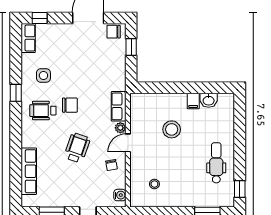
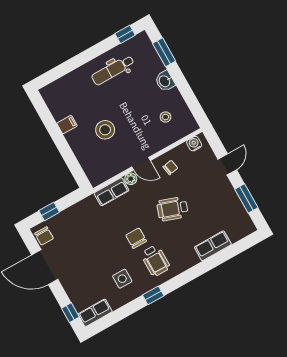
washbasin: (209, 100) -> (165, 81), moved, turned 180
row of seats: (29, 171) -> (213, 246), width x0.68

